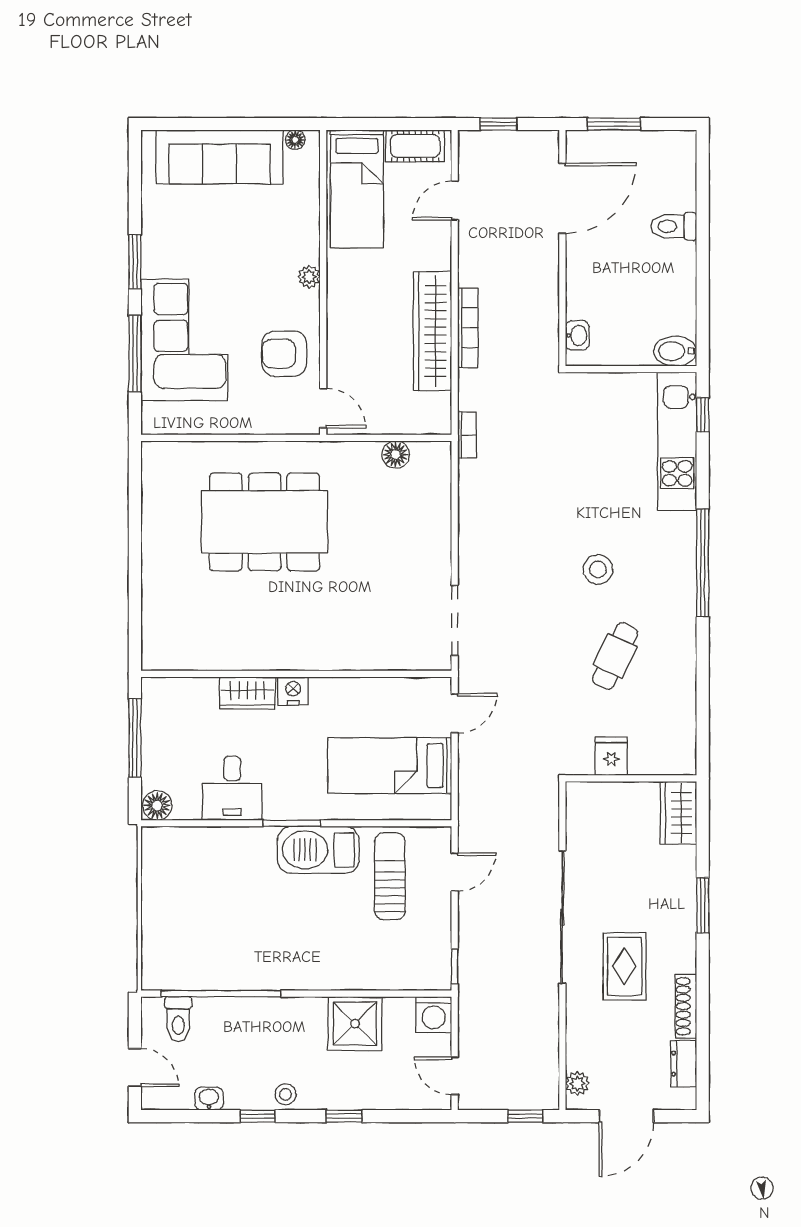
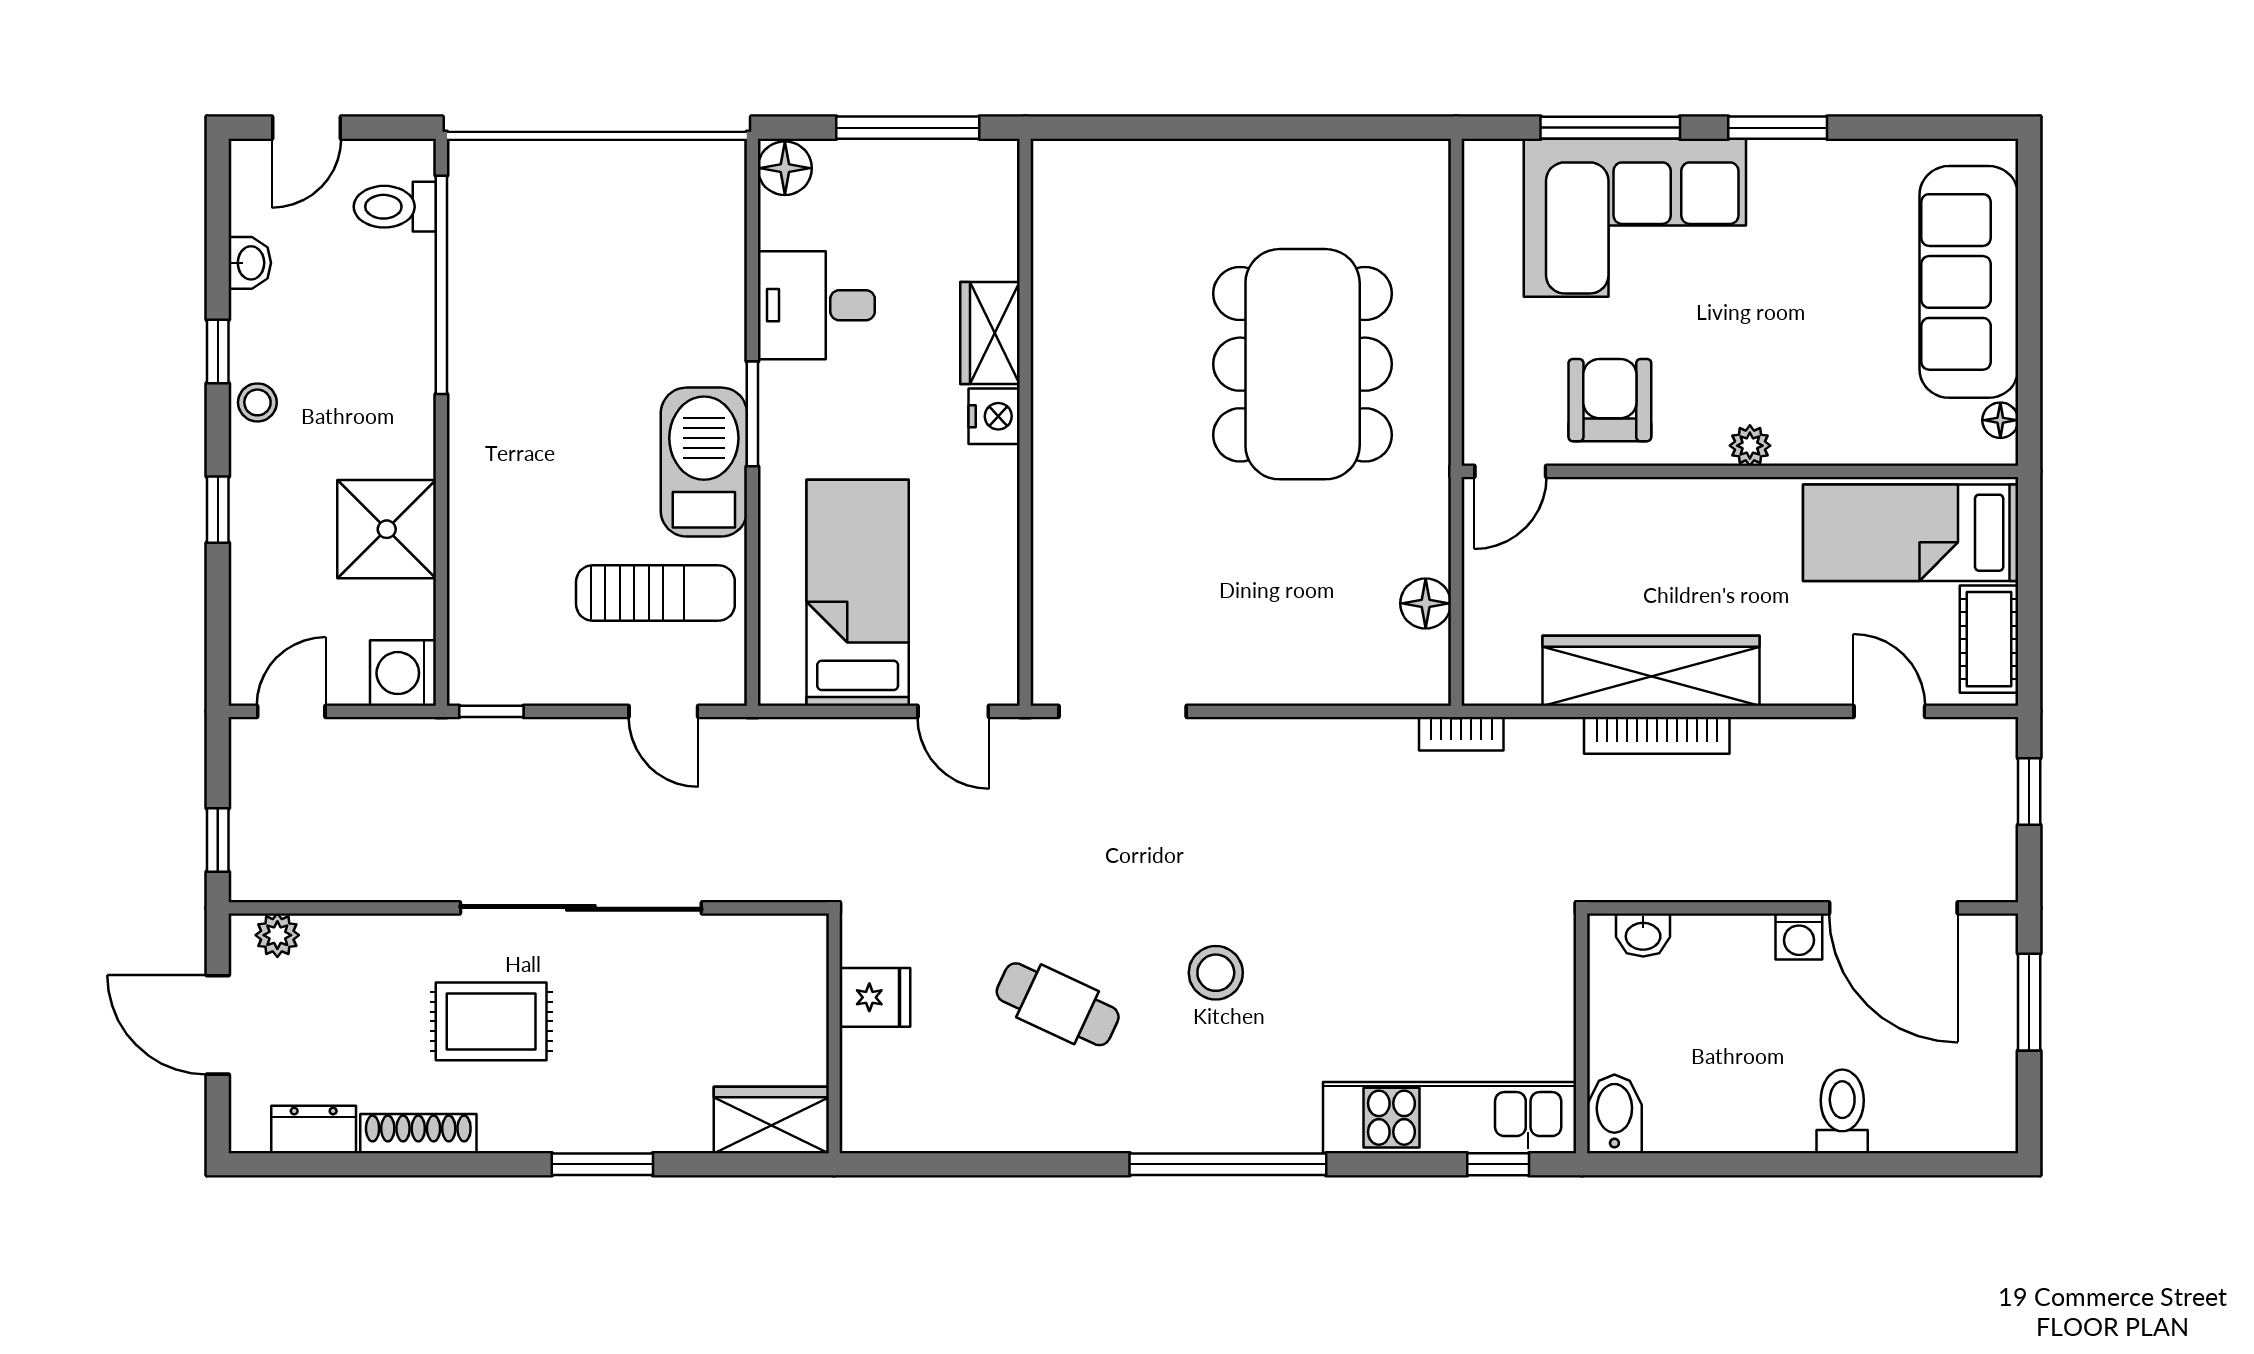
washing machine: (578, 250) -> (1799, 936), added

